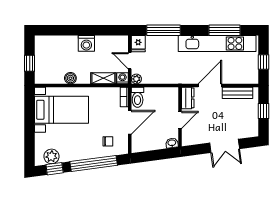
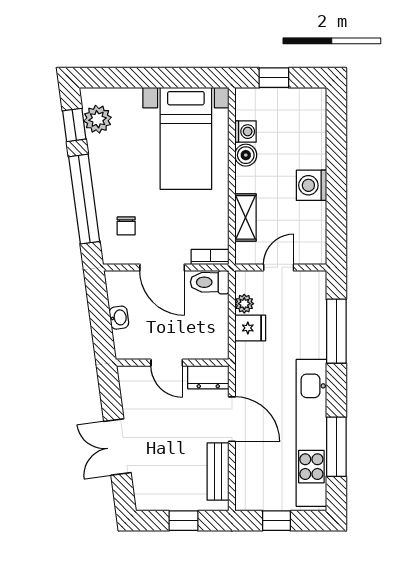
fridge: (138, 44) -> (250, 328), moved, turned 180
washing machine: (122, 78) -> (245, 132), moved
plant: (136, 79) -> (244, 304), moved
washbasin: (172, 143) -> (119, 318), moved

